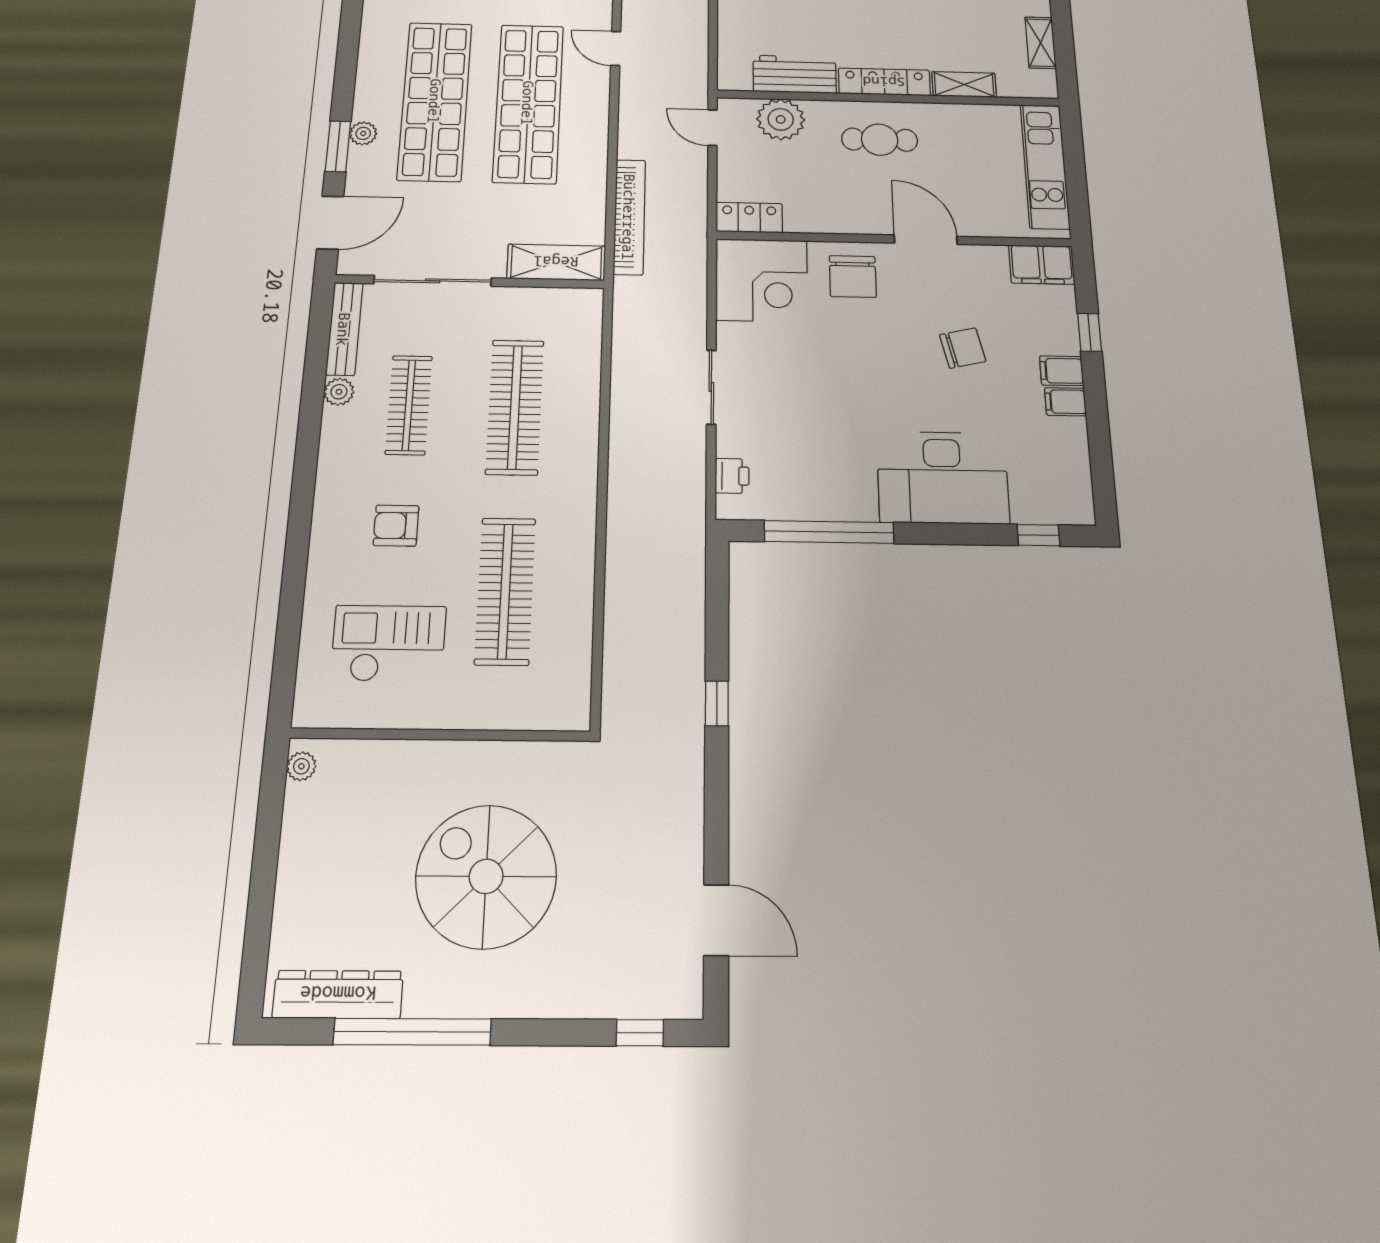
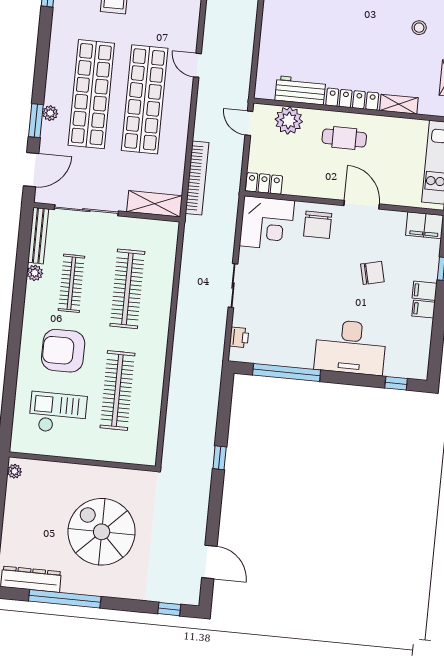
armchair: (396, 526) -> (63, 351), width x1.88, depth x1.88

